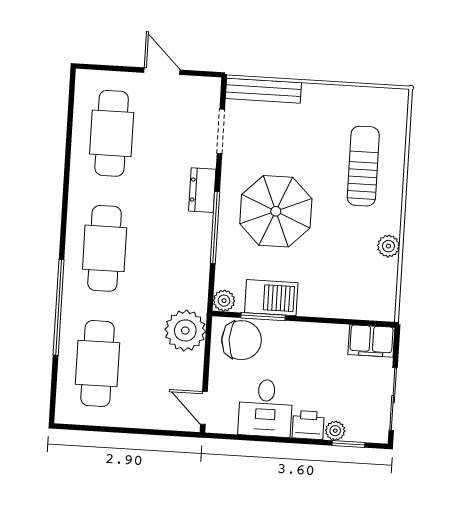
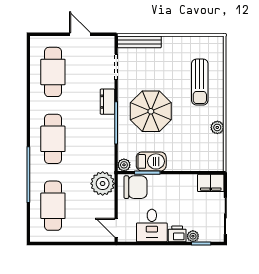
sun lounger: (363, 166) -> (200, 82), turned 180

